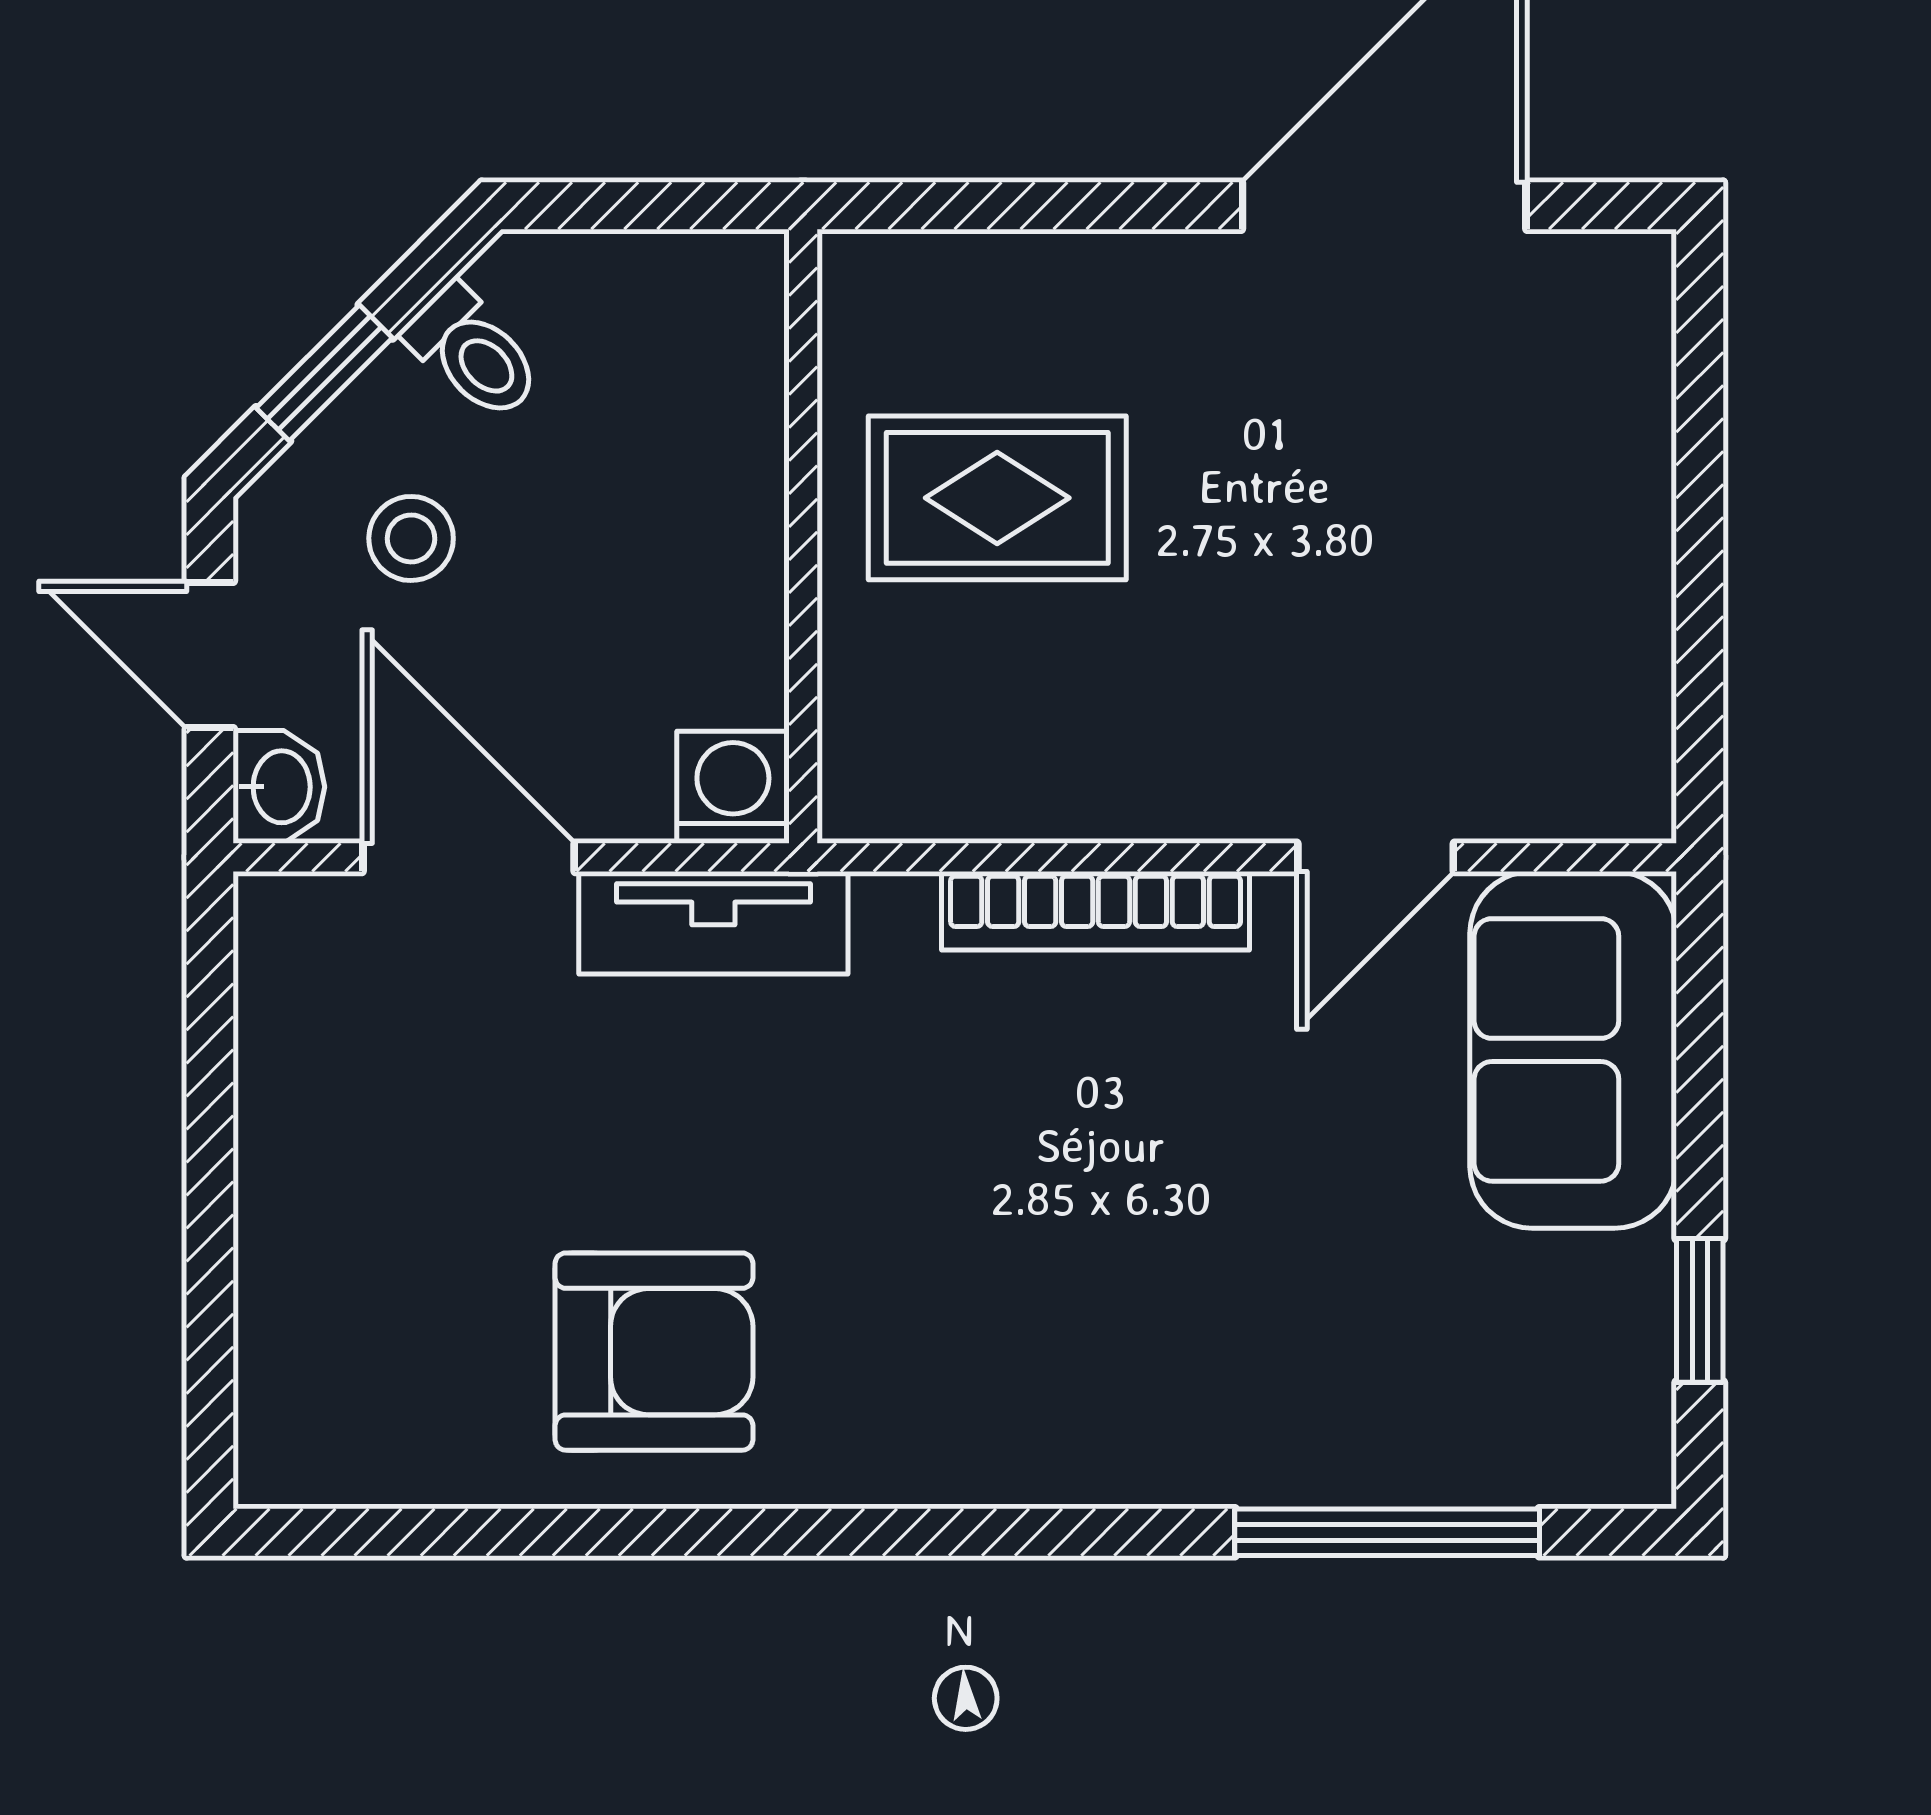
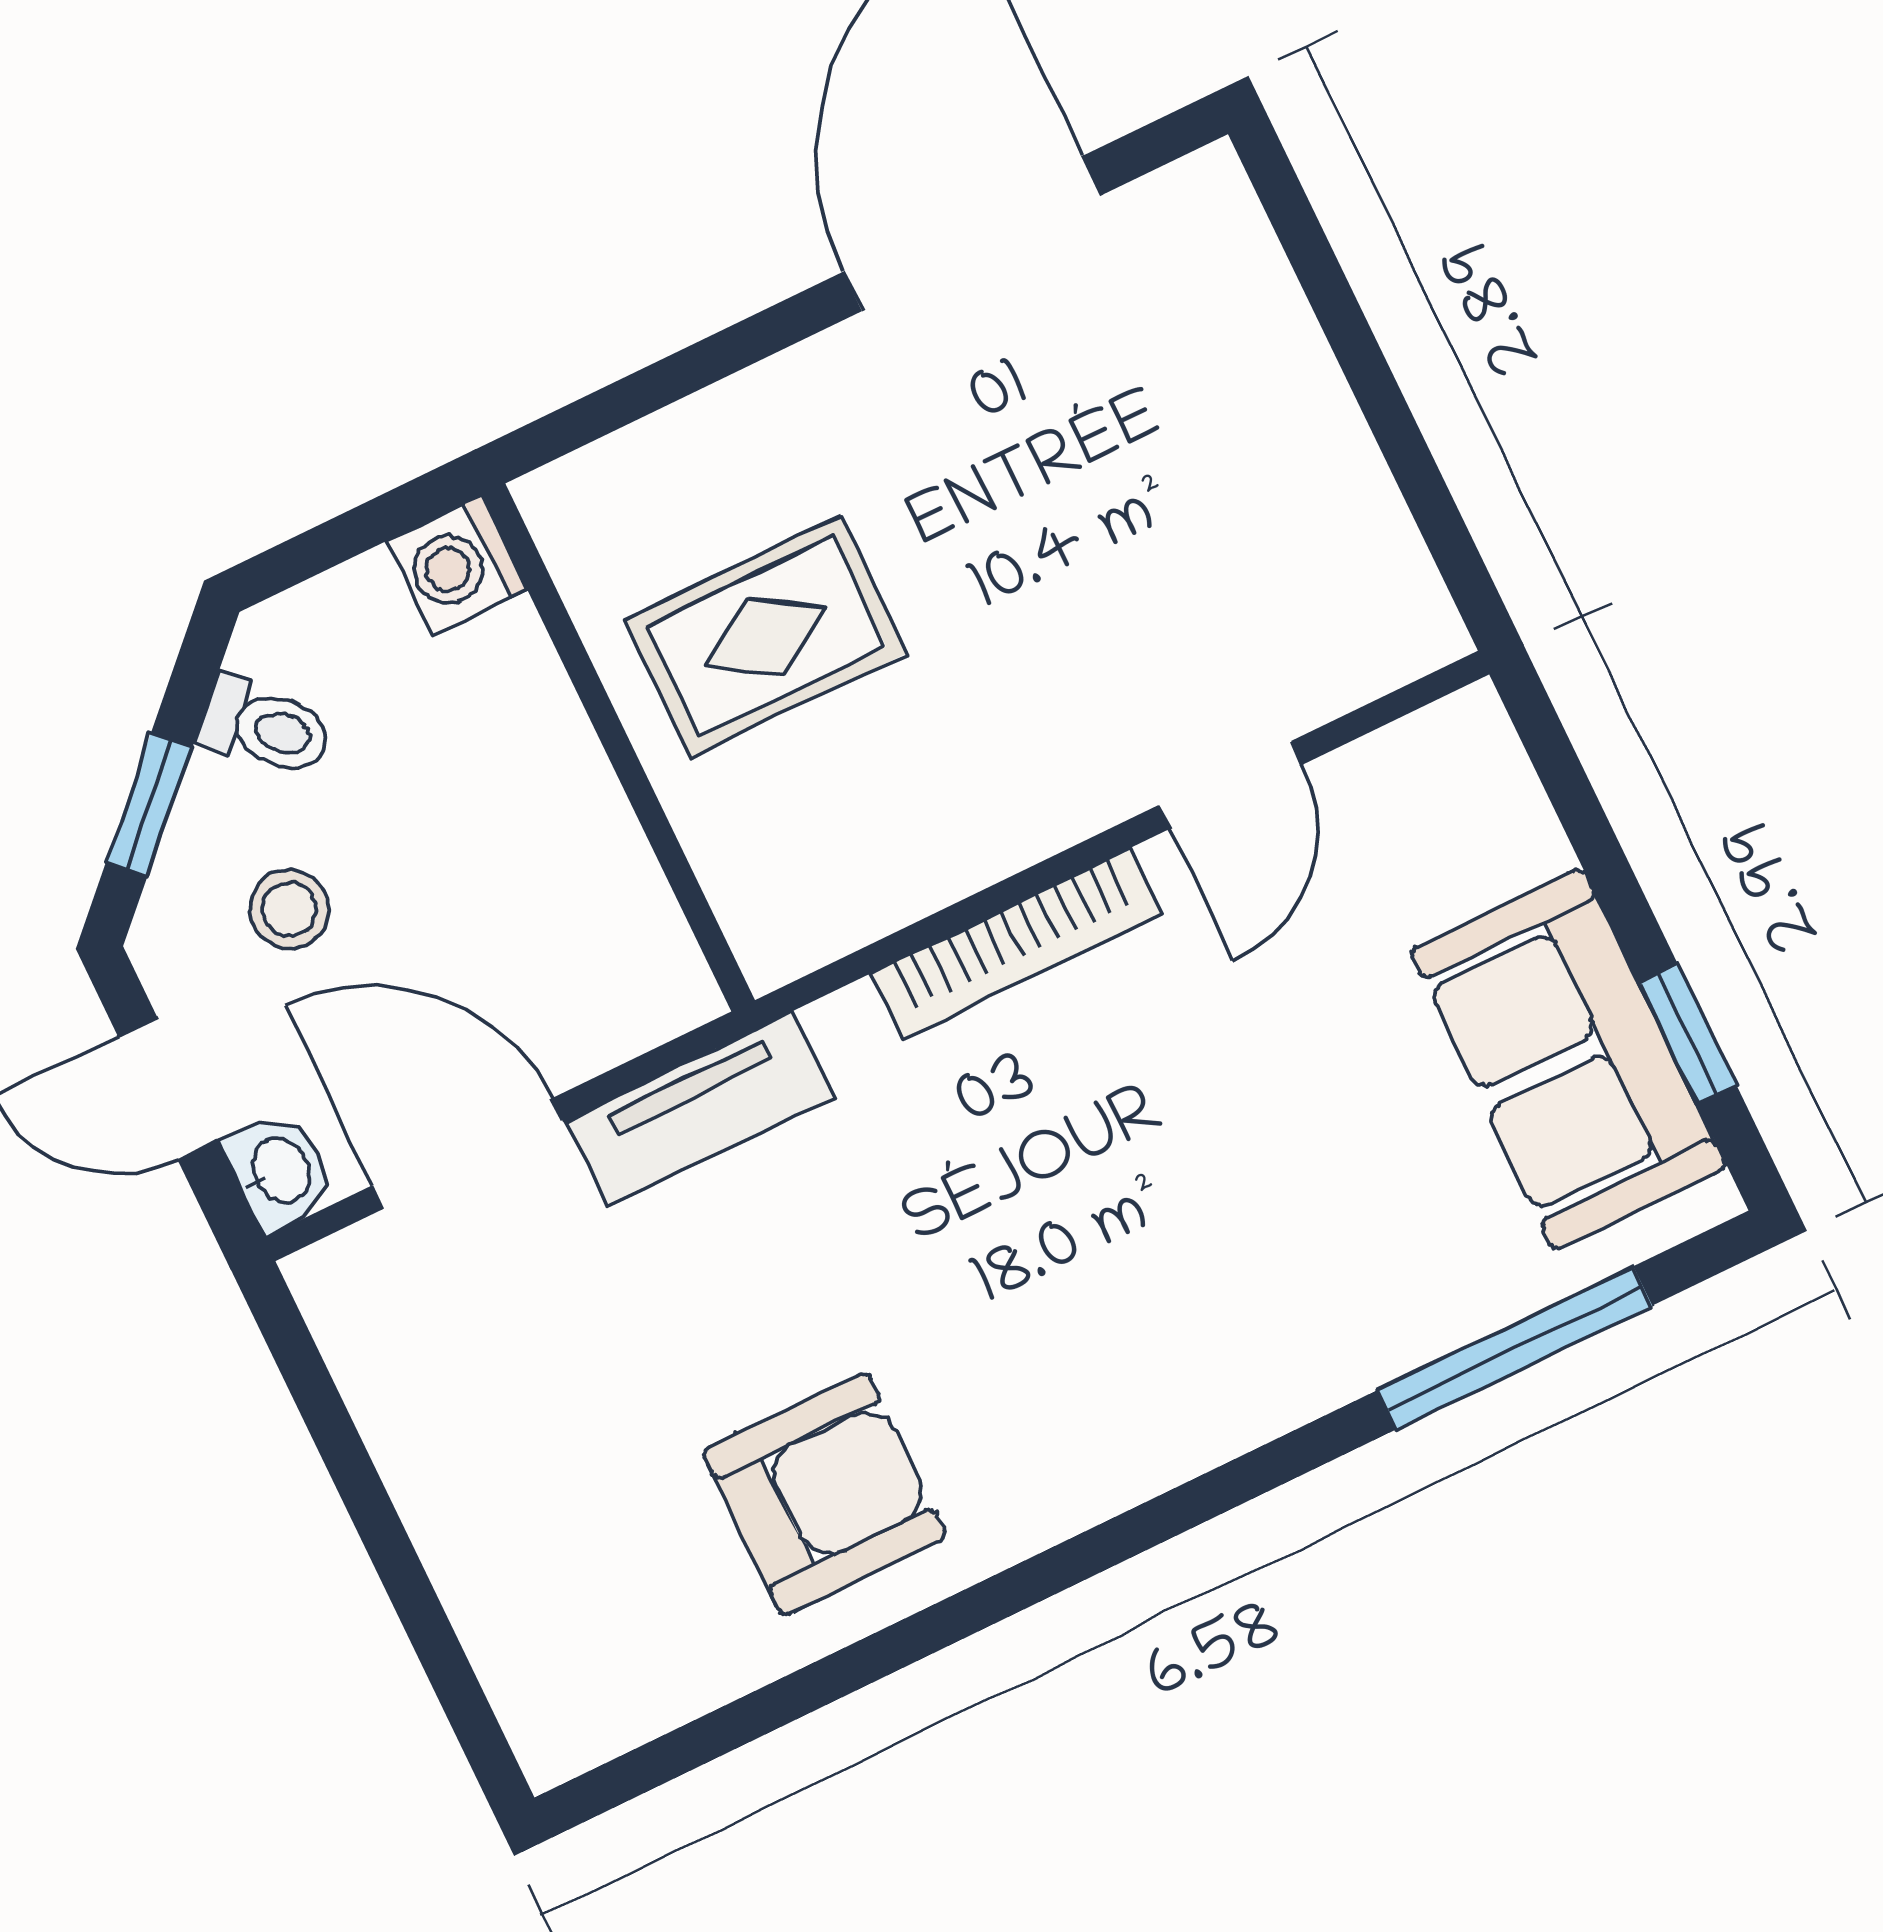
washing machine: (733, 787) -> (457, 565), moved, turned -90
sofa: (1573, 1050) -> (1568, 1059), moved

